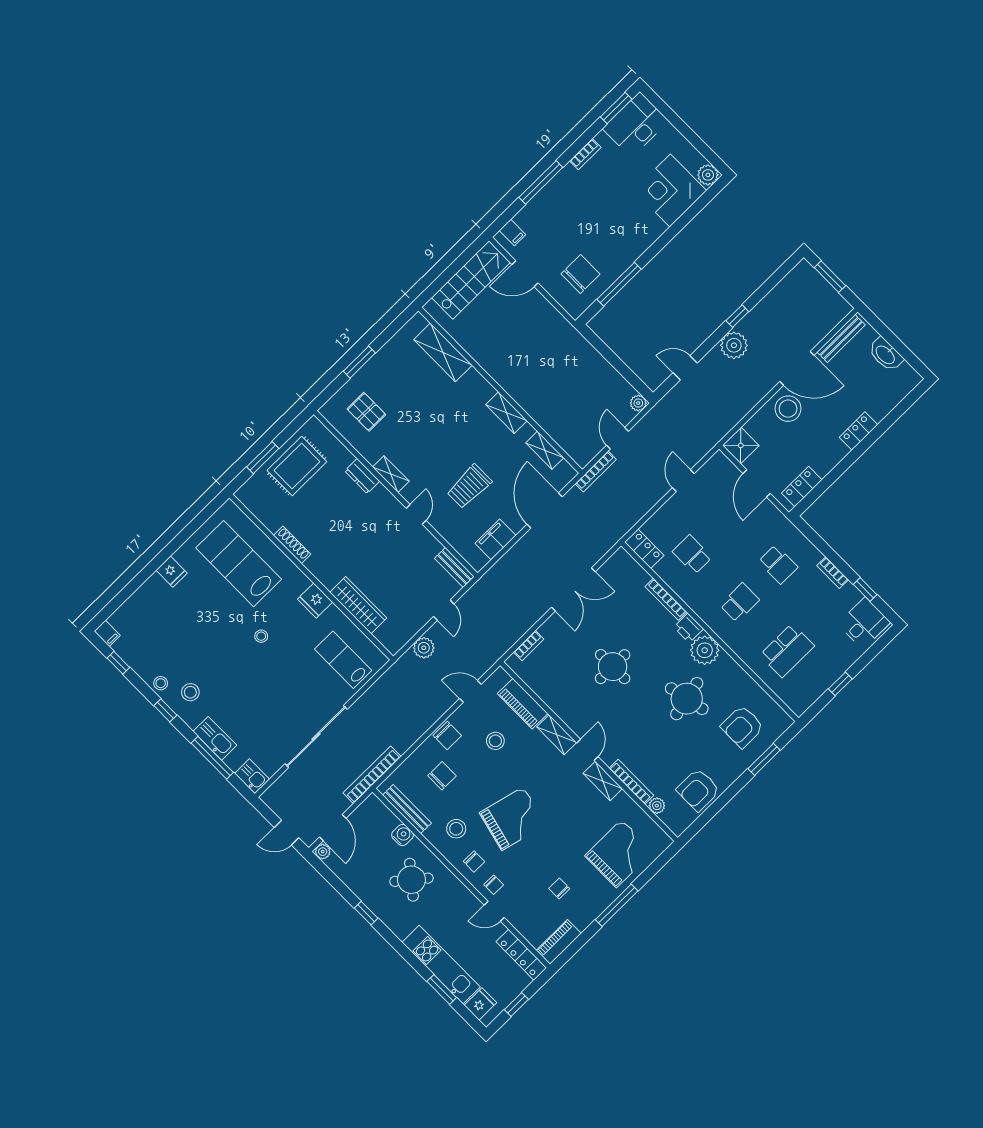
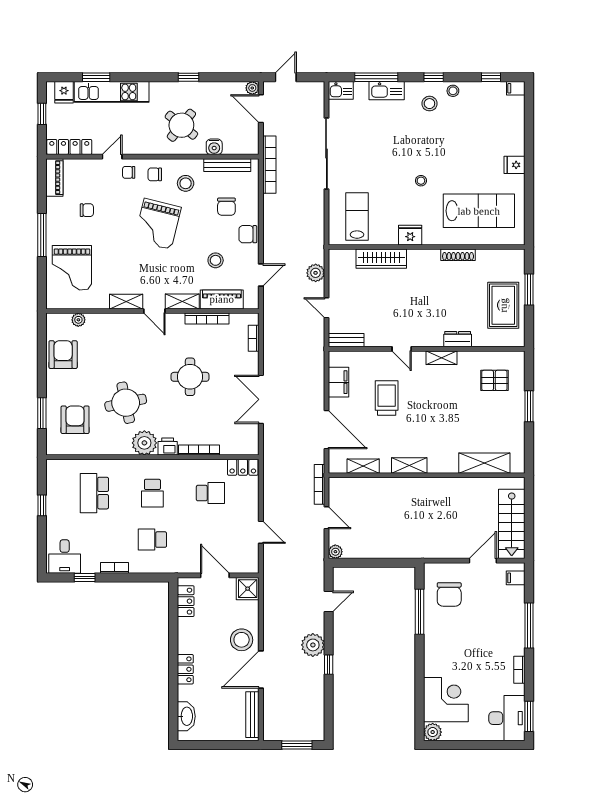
washbasin: (886, 354) -> (186, 716), moved, turned 90
lab bench: (343, 660) -> (357, 216), turned -90
bookcase: (631, 782) -> (207, 319), moved

